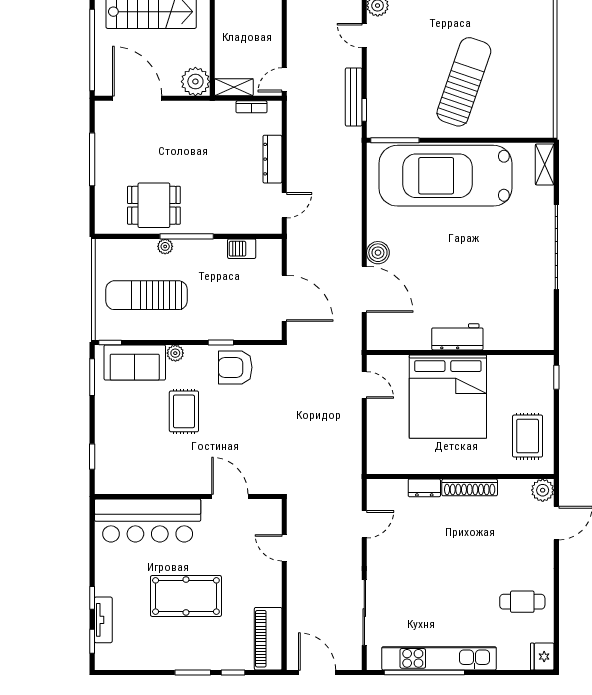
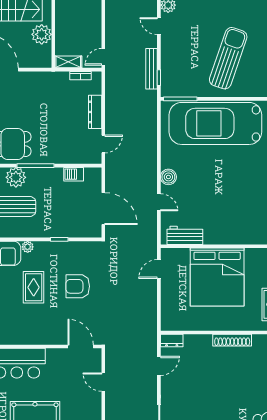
plant: (195, 82) -> (42, 34), moved
plant: (165, 246) -> (16, 177), width x1.88, depth x1.88
door: (364, 289) -> (159, 202), width x0.53
workbench: (457, 337) -> (185, 235), moved
armchair: (235, 367) -> (78, 286), moved
door: (364, 385) -> (159, 269), swing flipped
dresser: (424, 488) -> (172, 340), moved
door: (230, 496) -> (81, 346), moved

